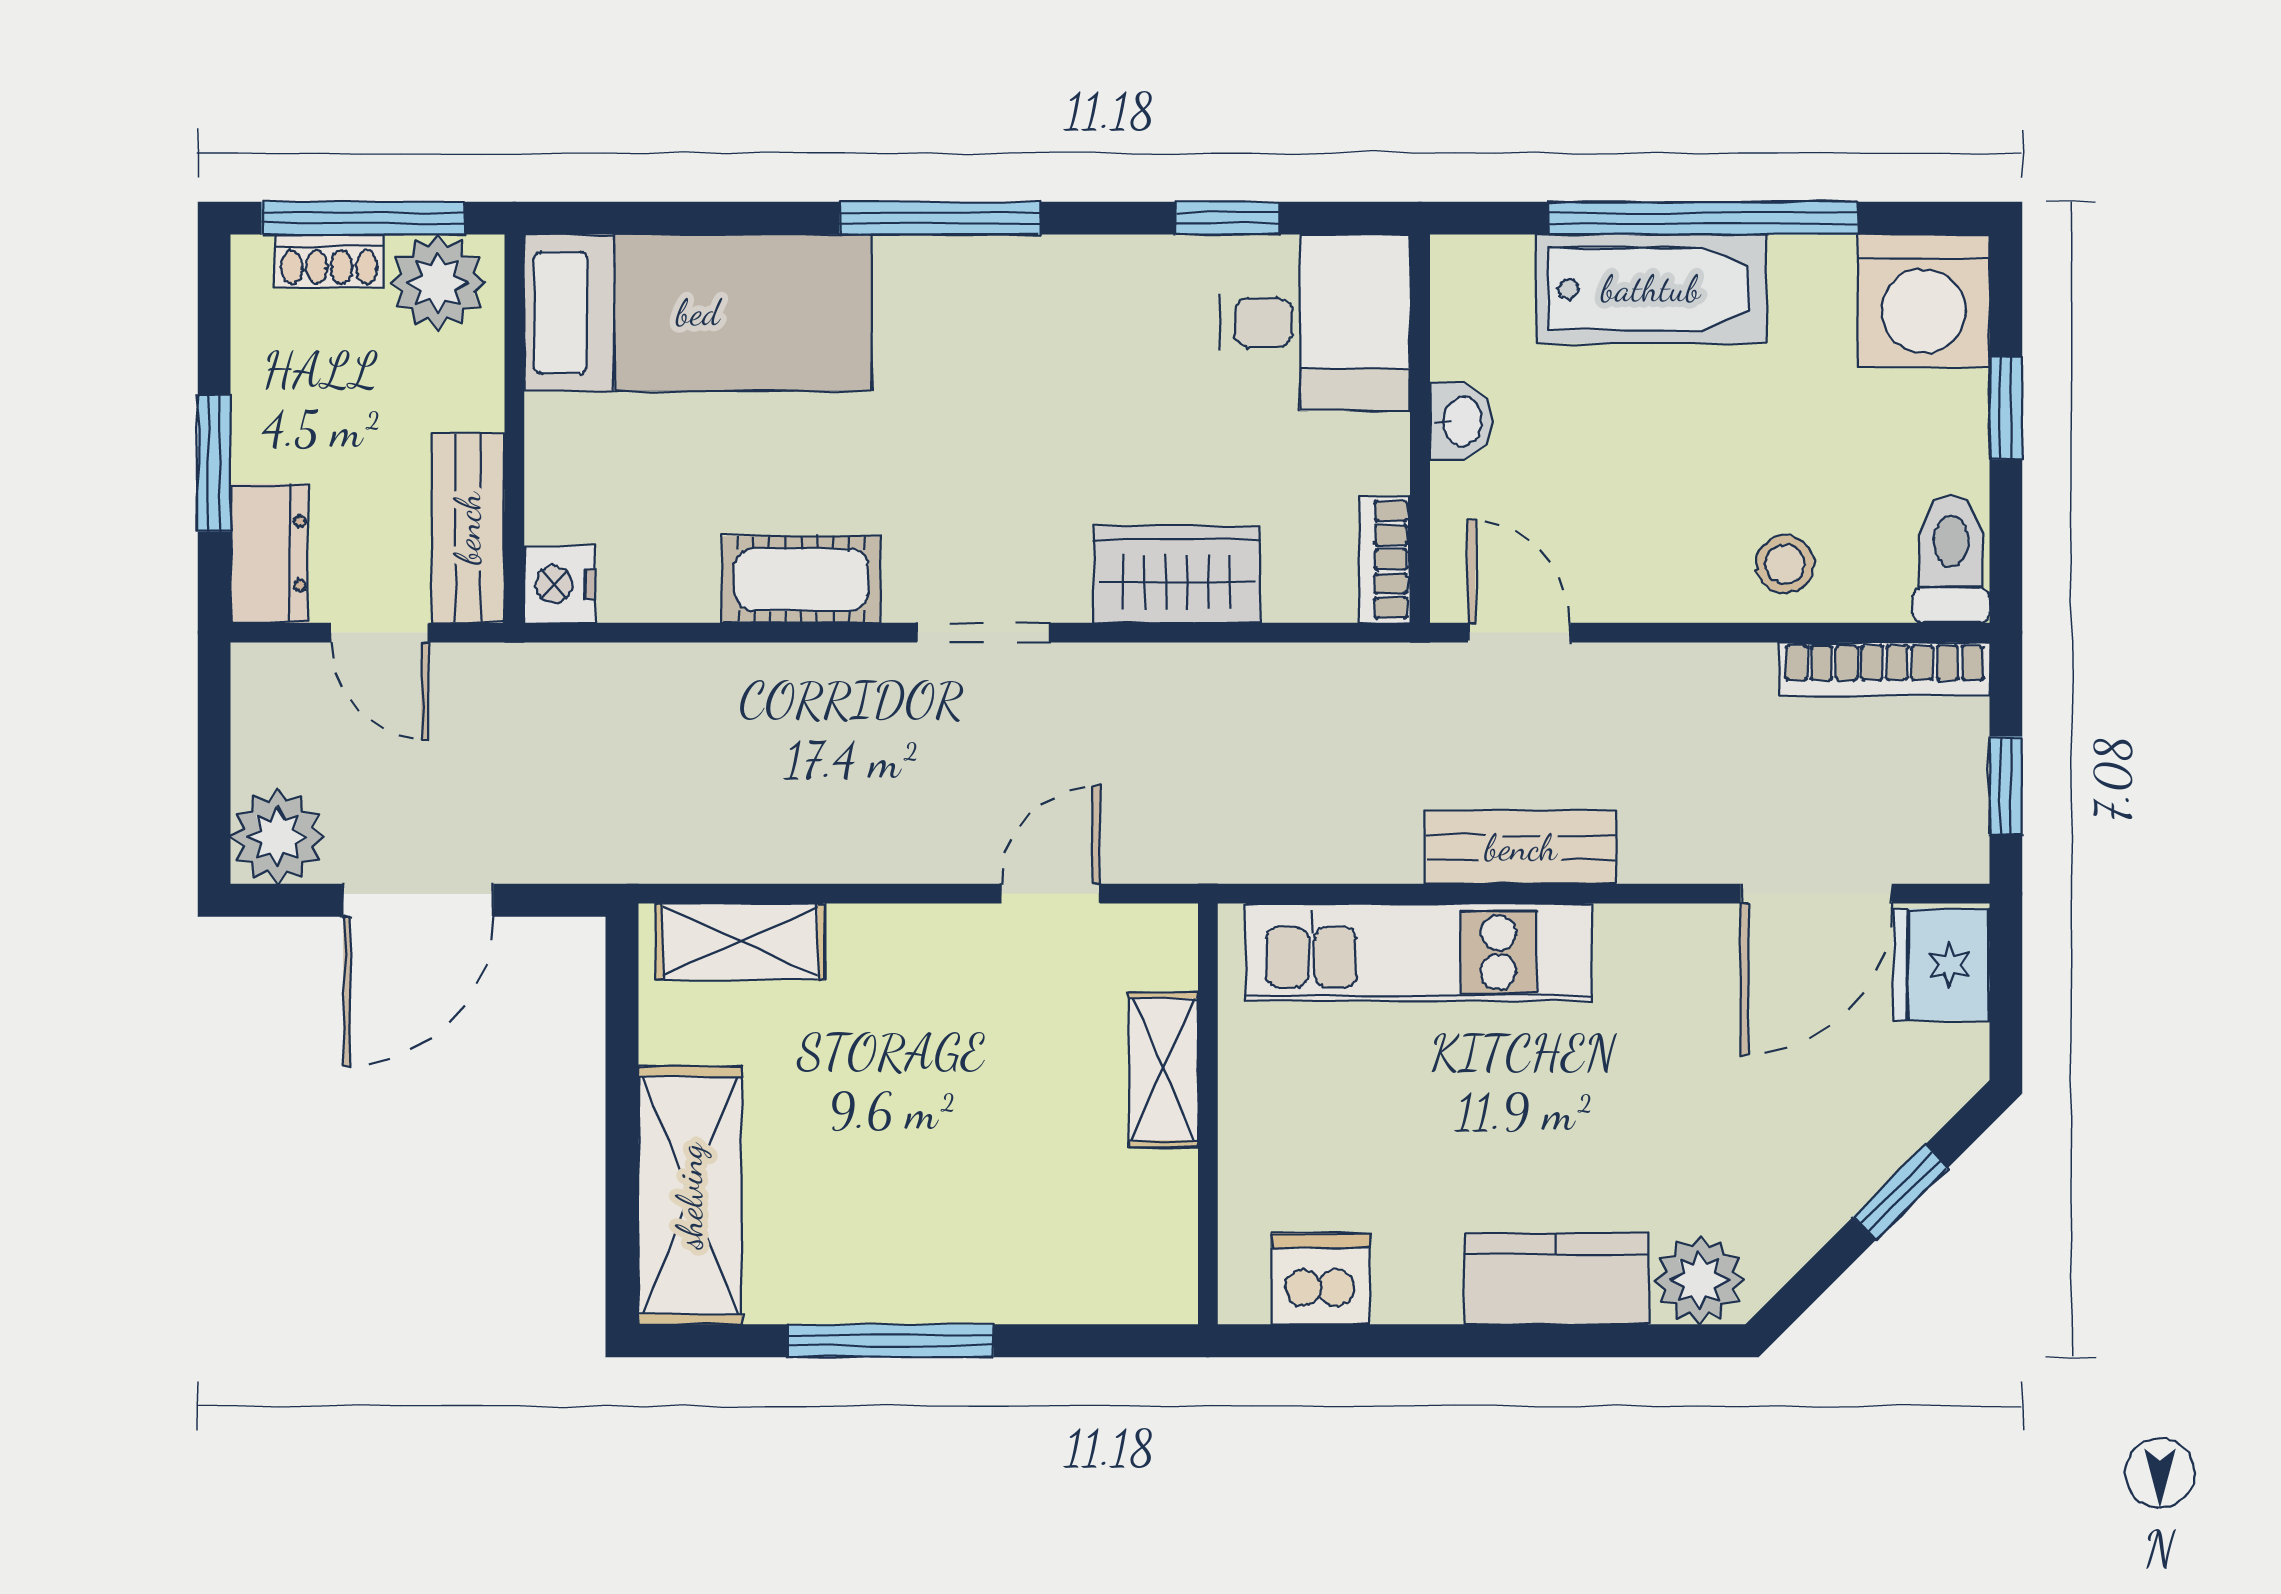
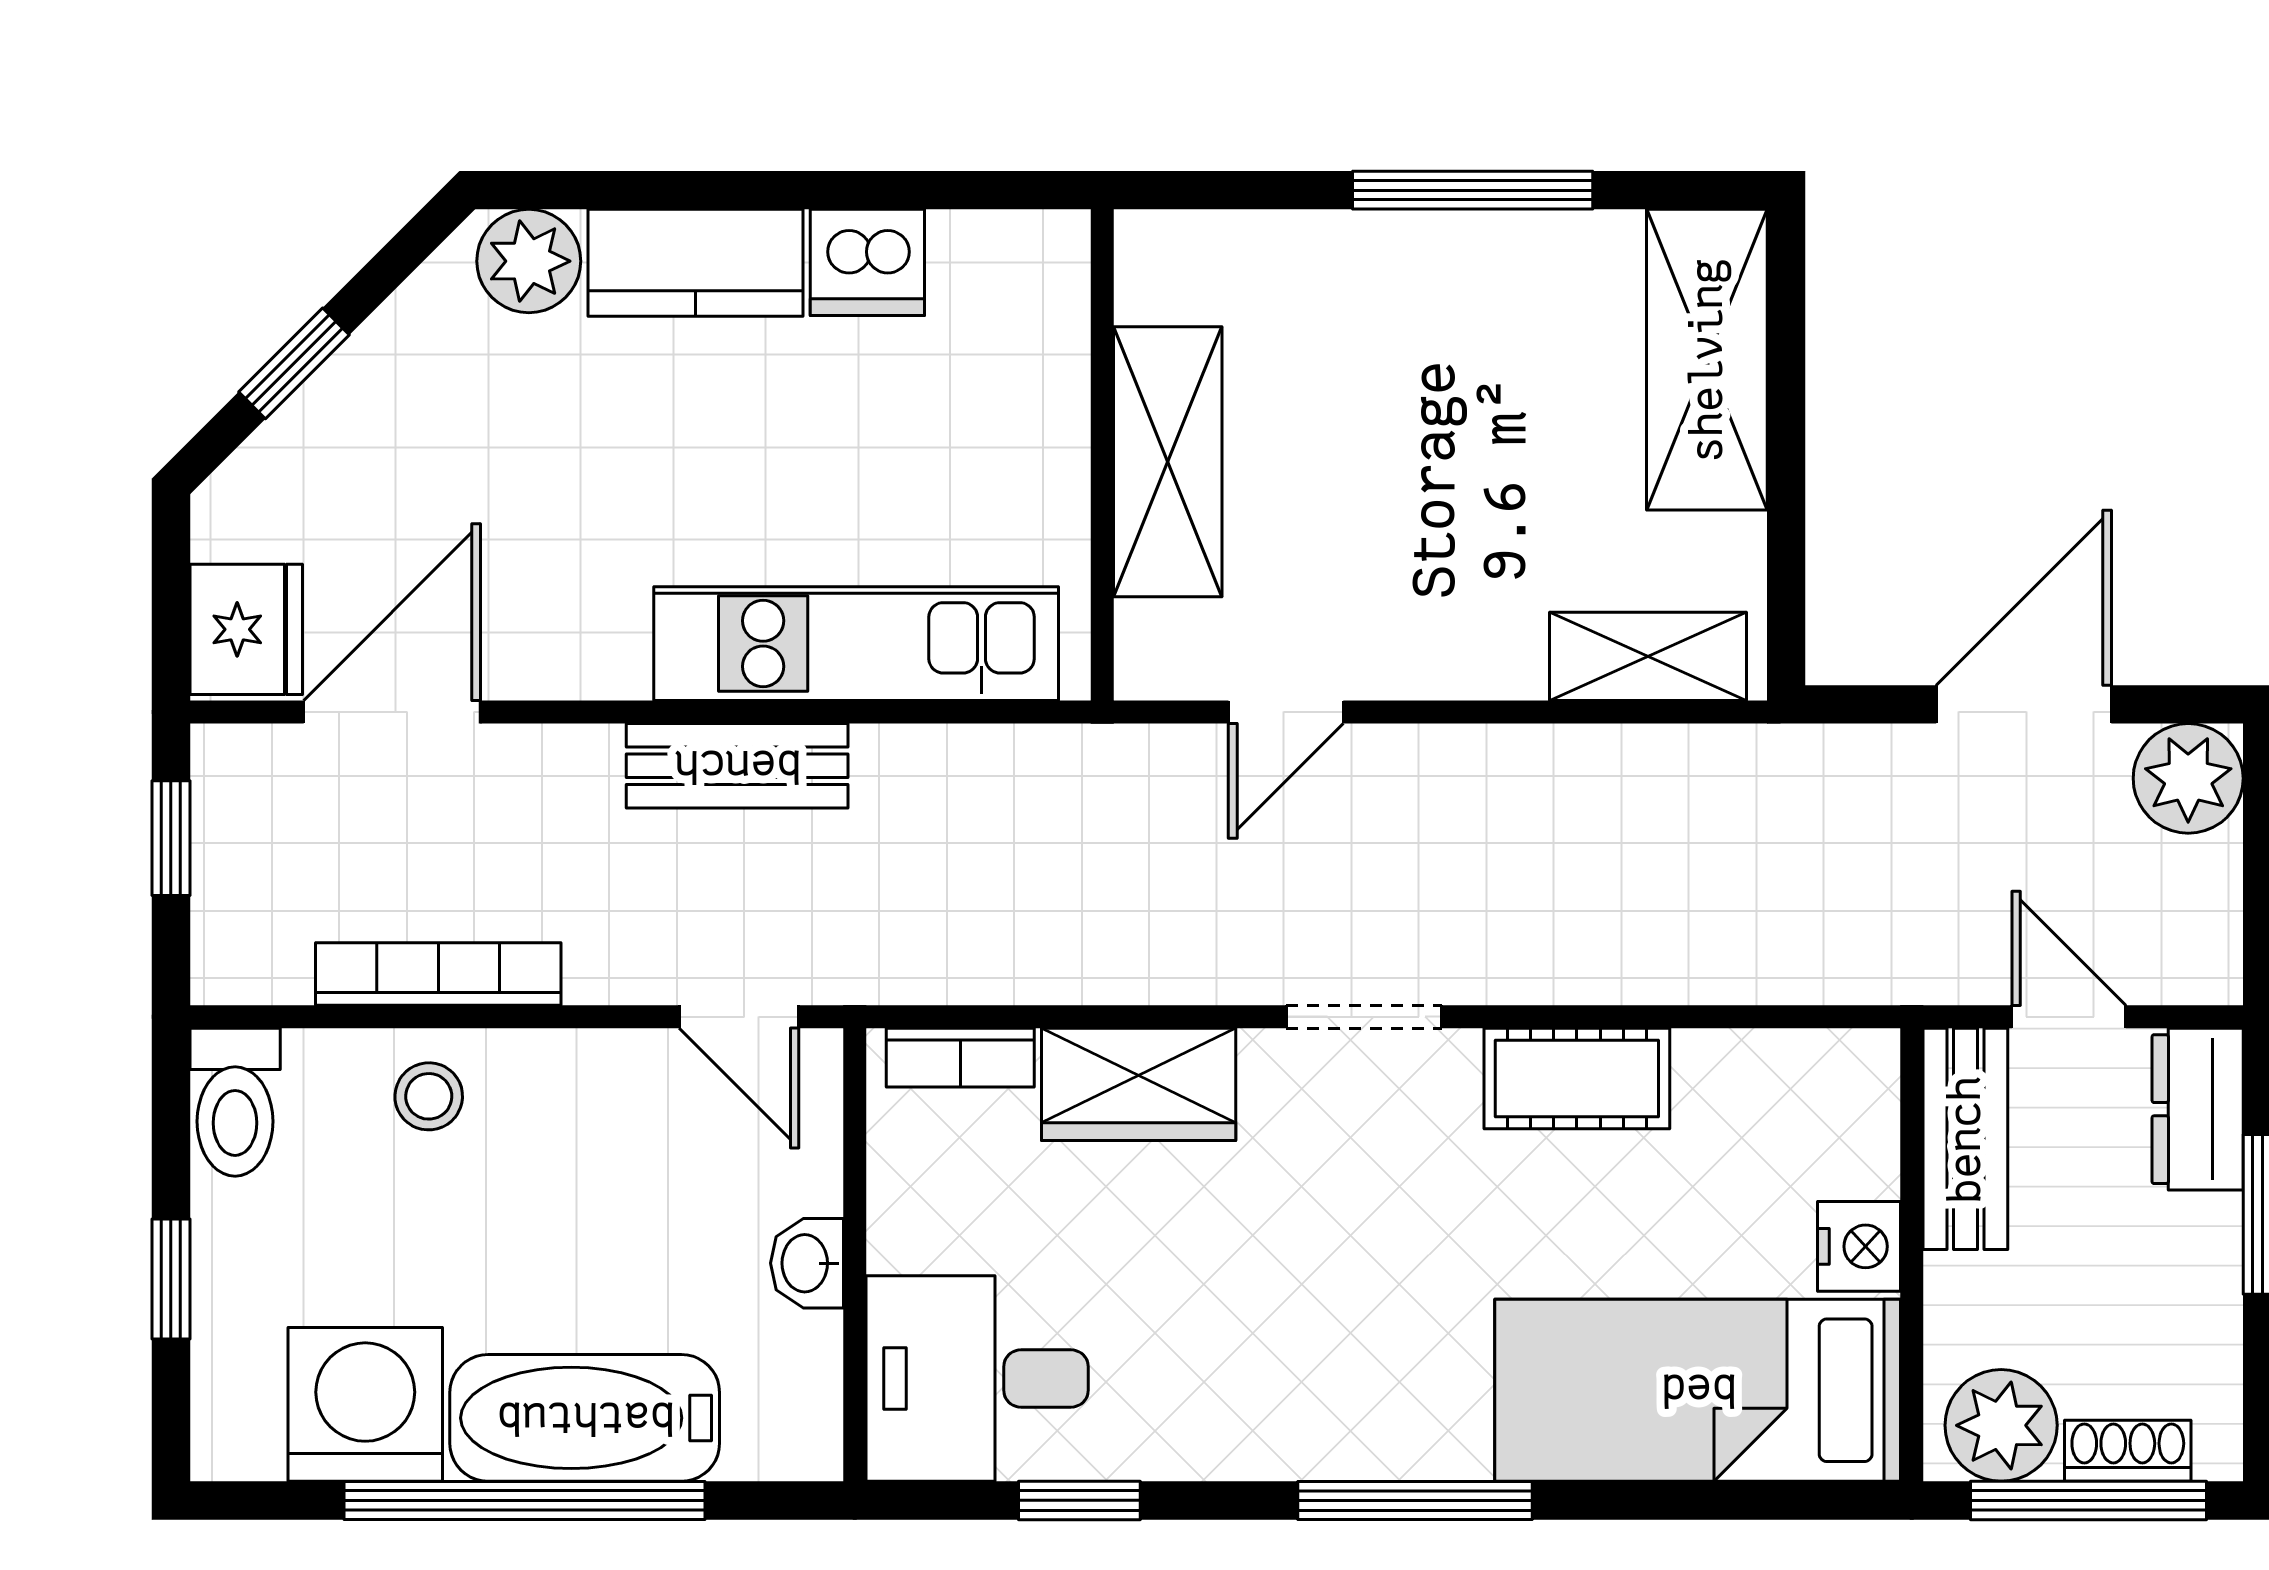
washing machine: (1923, 300) -> (365, 1404), moved
bookcase: (1385, 560) -> (960, 1058), moved, turned 90
nightstand: (560, 584) -> (1859, 1246), moved
bookcase: (1885, 669) -> (438, 974), moved
shelving: (1163, 1069) -> (1168, 462), width x1.50, depth x1.33
dishwasher: (1321, 1279) -> (867, 262), moved

